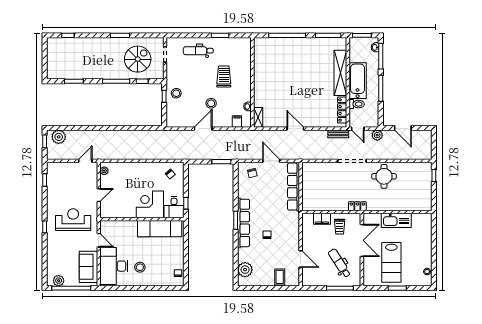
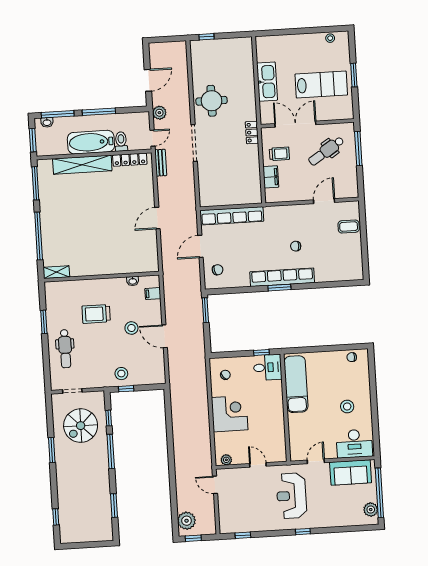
spiral stairs: (138, 59) -> (81, 426), turned -90
shelving: (258, 117) -> (56, 272), moved
corner desk: (150, 204) -> (230, 414), moved, turned 180
desk: (114, 266) -> (354, 444), width x0.73, depth x0.77
plant: (245, 270) -> (342, 271), removed

